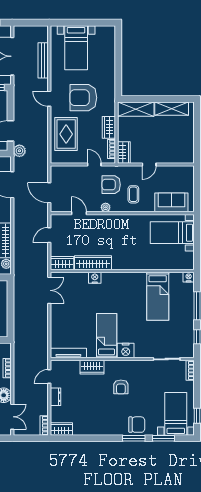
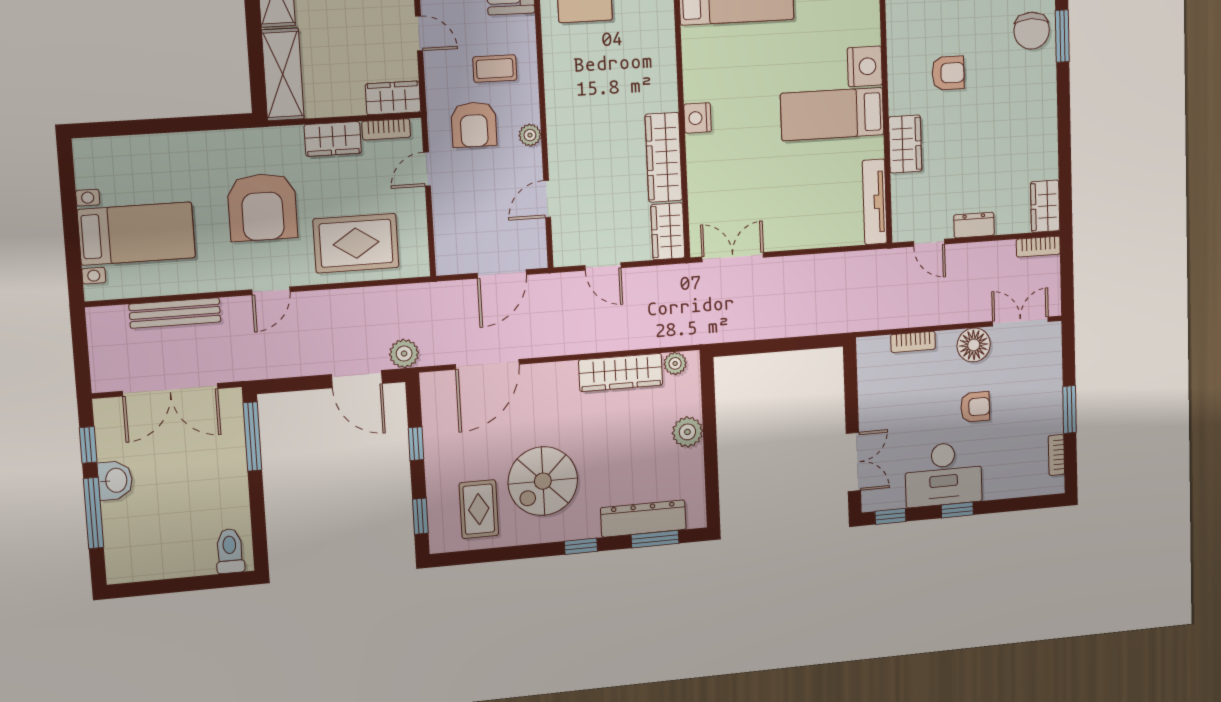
nightstand: (95, 278) -> (698, 118), moved
chair: (137, 425) -> (1032, 31), turned 180

